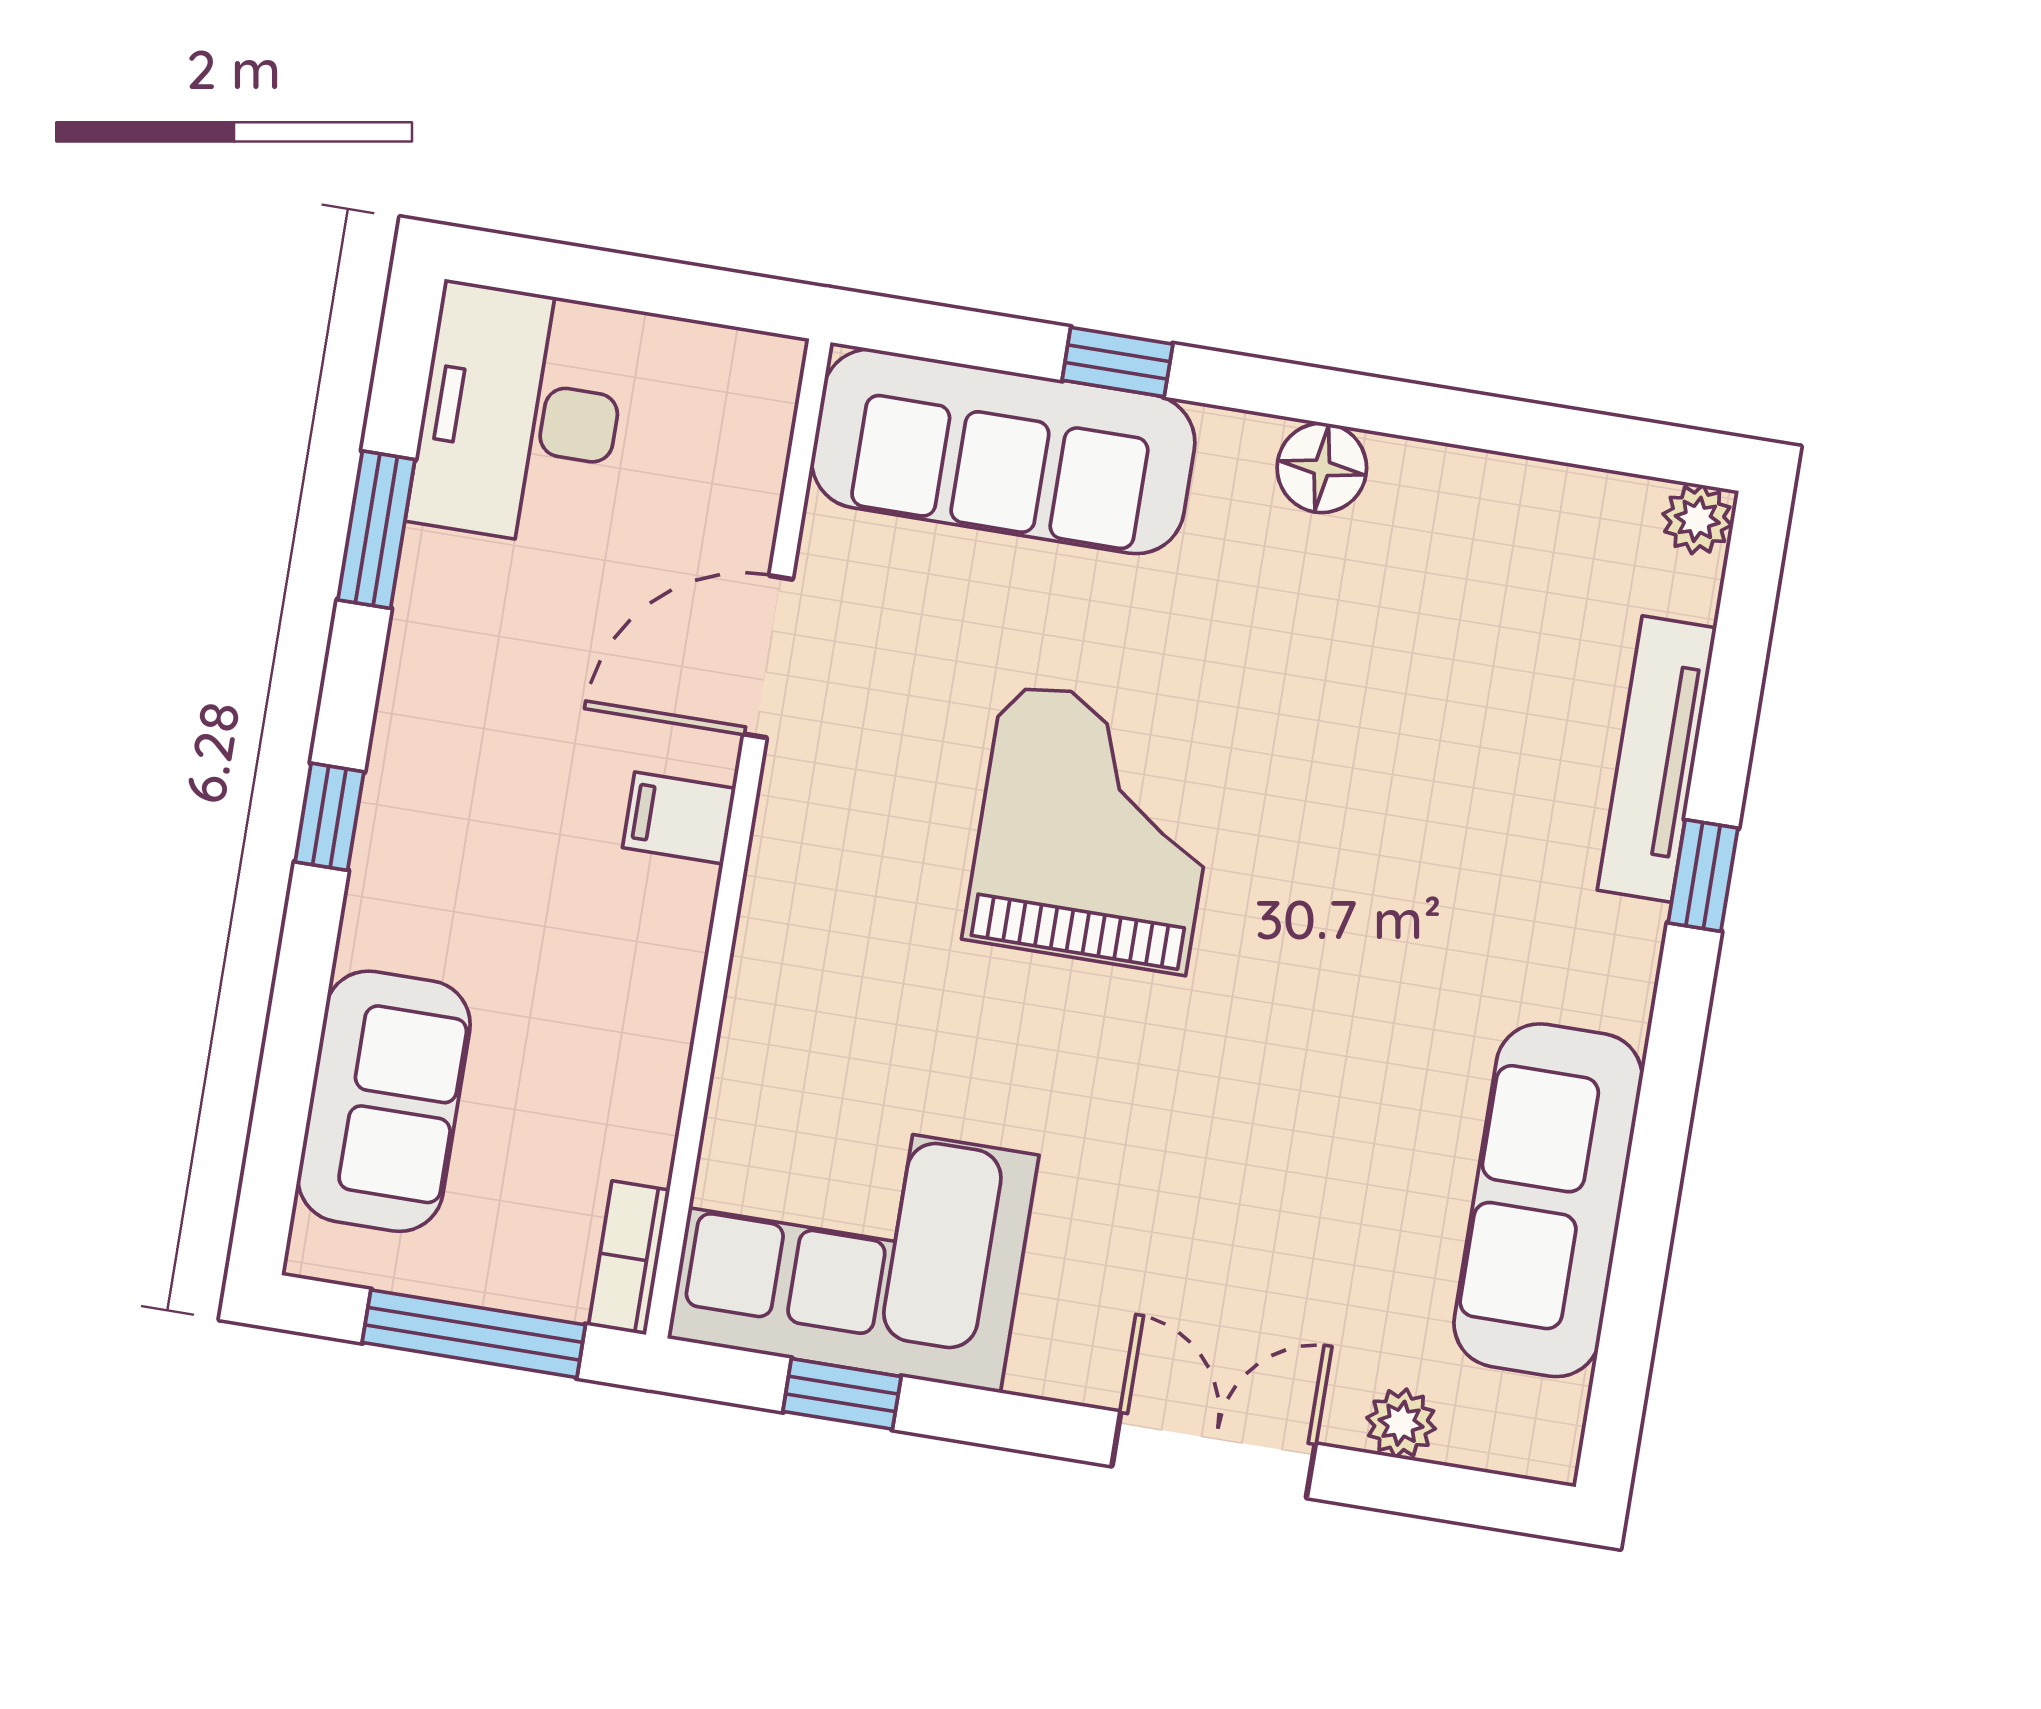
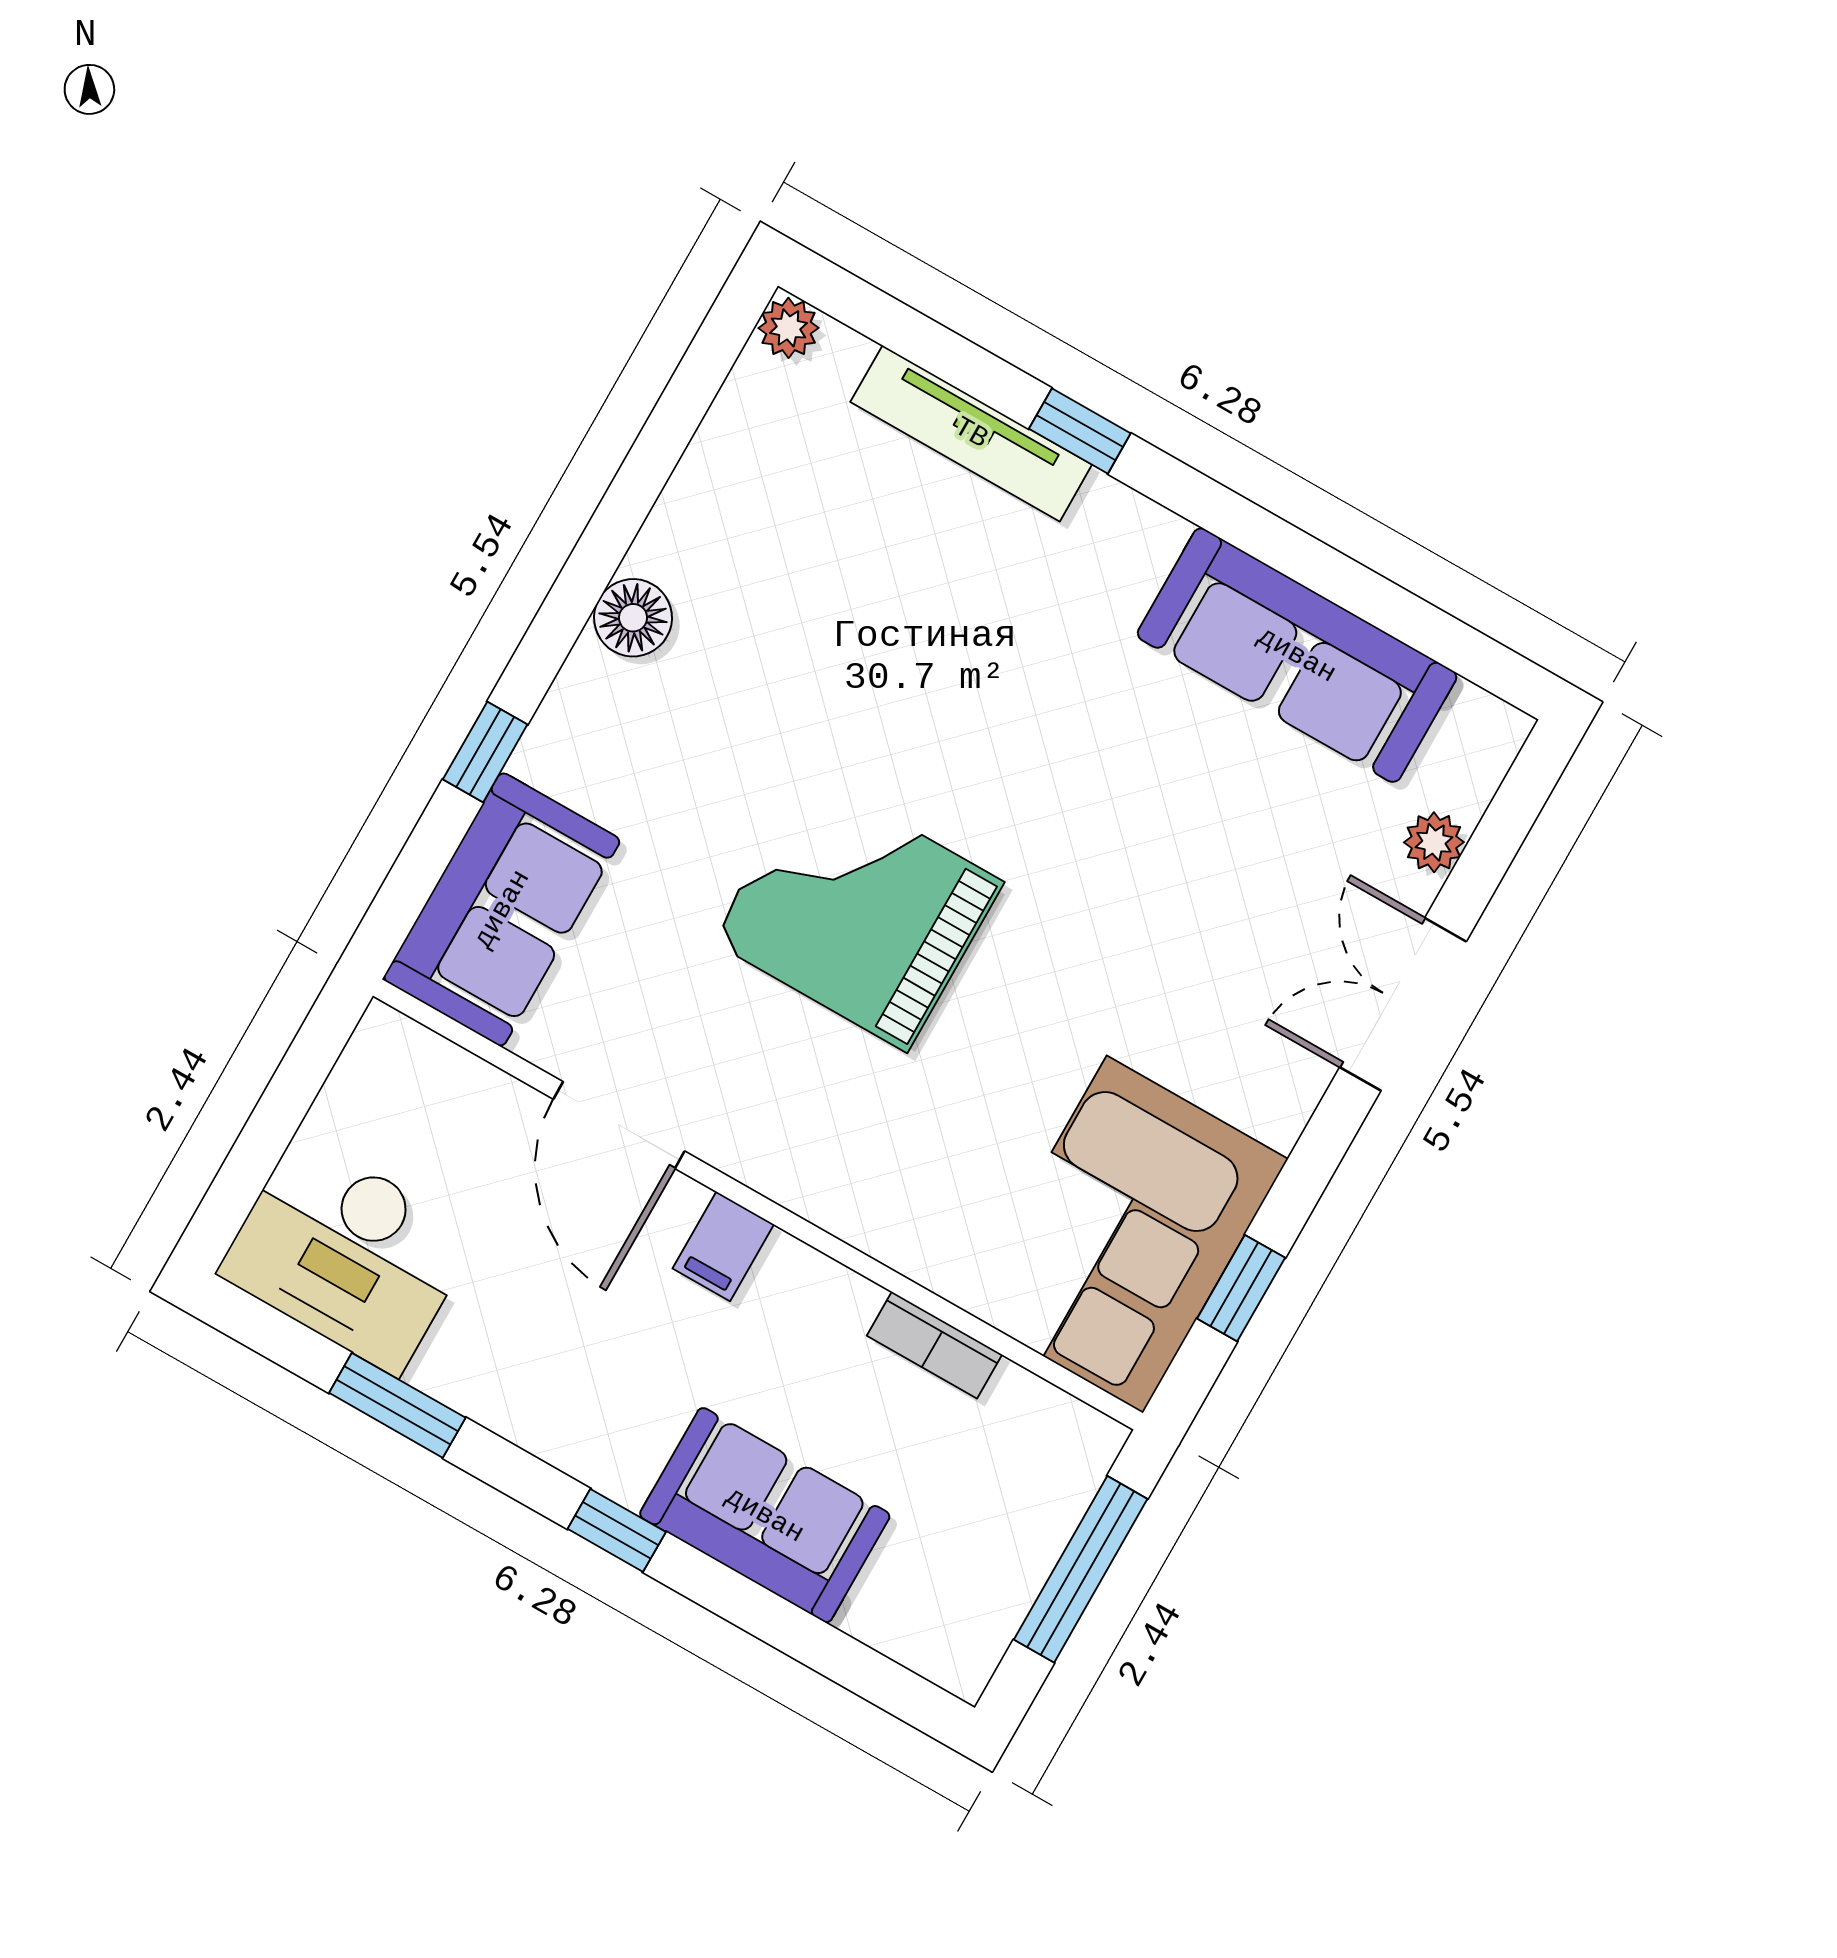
sofa: (1003, 451) -> (502, 909), width x0.73
sofa: (384, 1101) -> (765, 1515), moved
bookcase: (629, 1258) -> (934, 1345), moved

